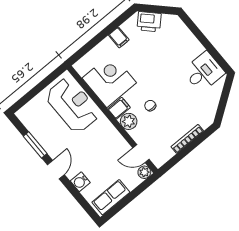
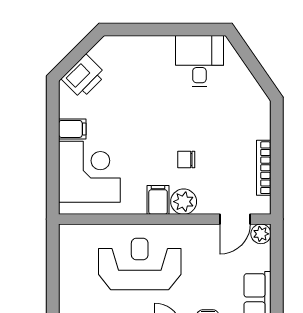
corner desk: (109, 80) -> (89, 172), moved, turned 90
reception desk: (73, 105) -> (140, 264), moved
bookcase: (187, 139) -> (264, 168), moved

